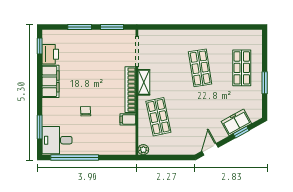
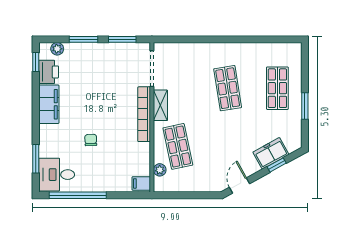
plant: (58, 35) -> (57, 49), added
filing cabinet: (128, 119) -> (141, 183), moved
plant: (143, 150) -> (160, 170), moved

